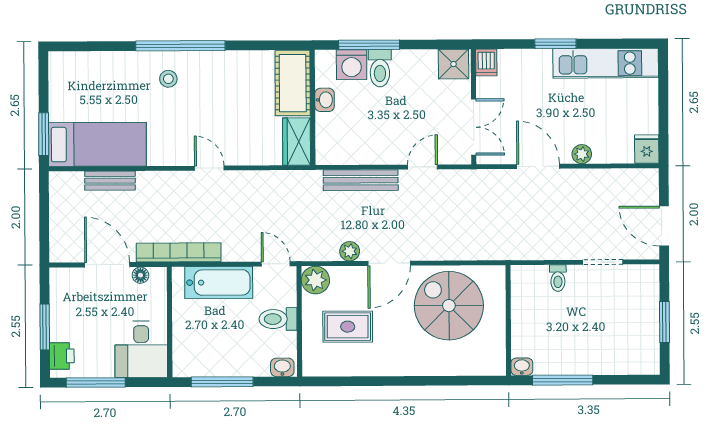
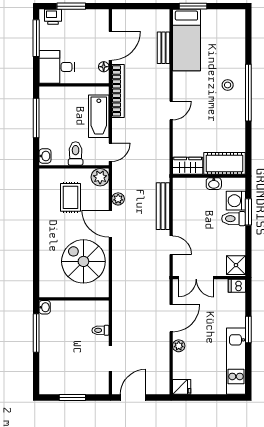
window: (369, 45) -> (248, 212), width x0.69
spiral stairs: (449, 306) -> (83, 261), turned -90

